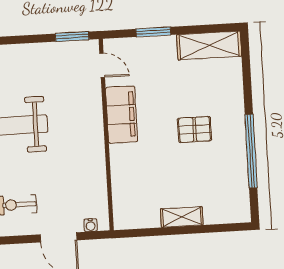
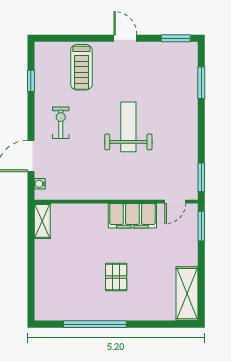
window: (153, 32) -> (201, 226), moved
shelving: (182, 217) -> (42, 221), moved

